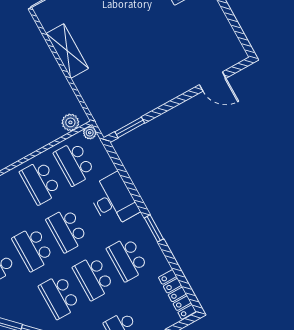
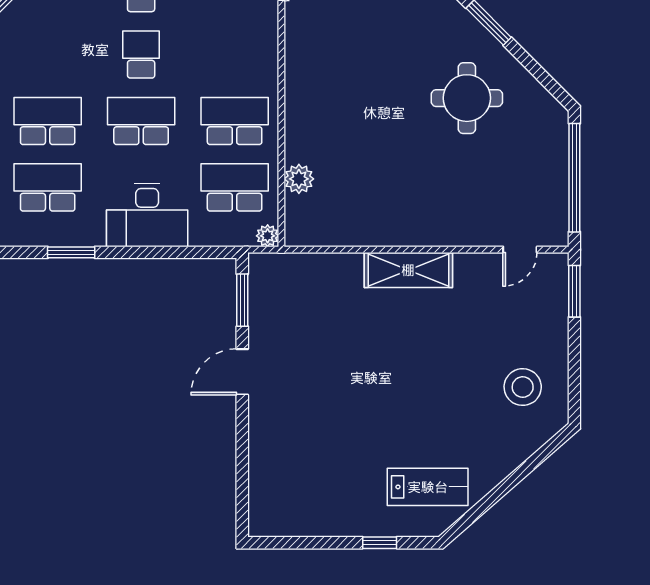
door: (213, 81) -> (242, 372), moved
plant: (70, 122) -> (299, 179), moved
school desk: (33, 249) -> (141, 55), width x0.54
school desk: (59, 297) -> (48, 55), removed

